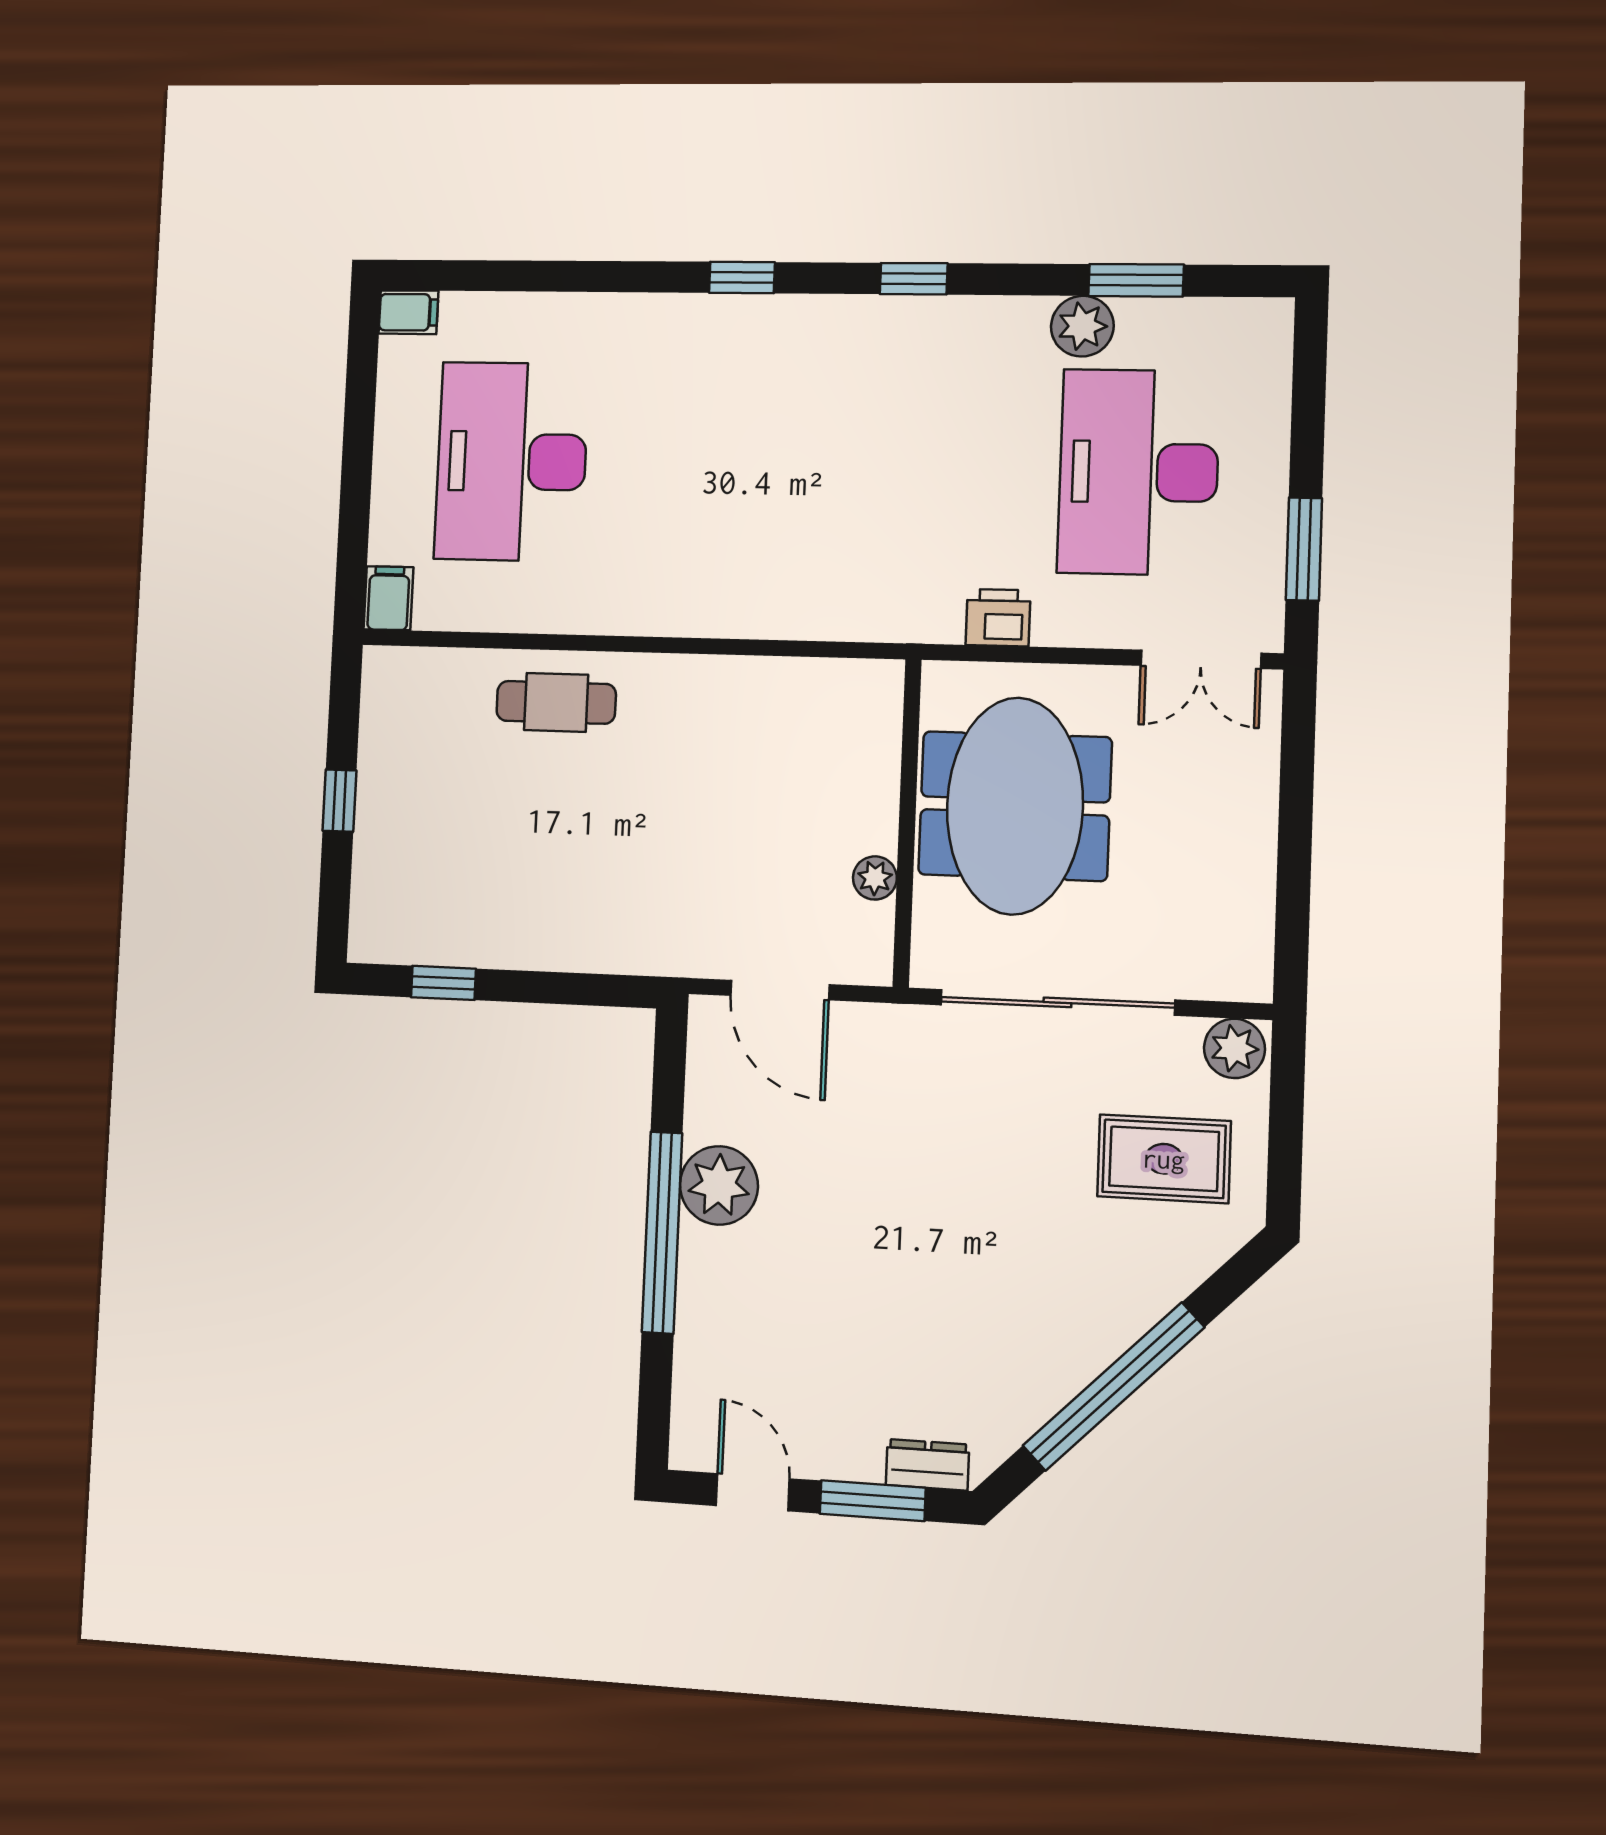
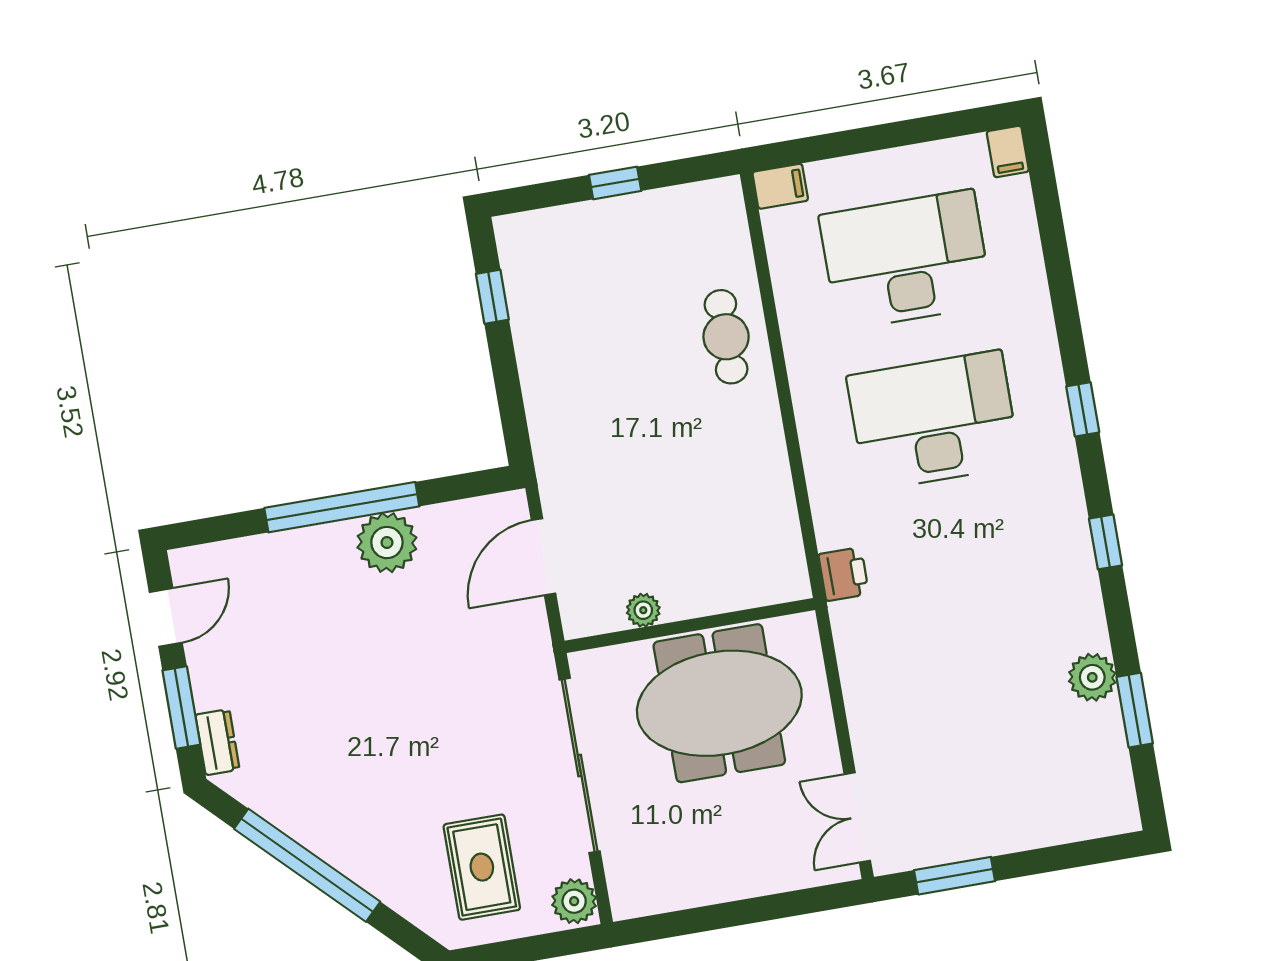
desk: (1138, 472) -> (934, 421), moved
printer: (998, 618) -> (844, 574), moved

